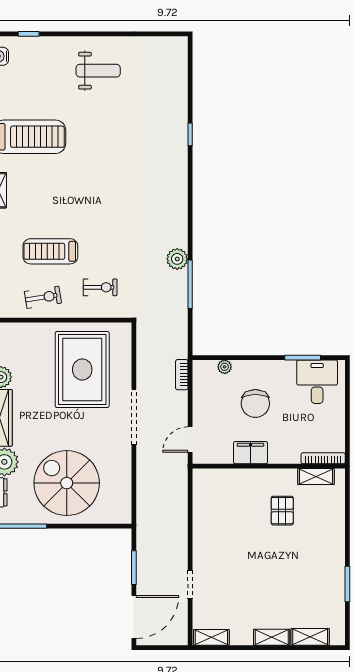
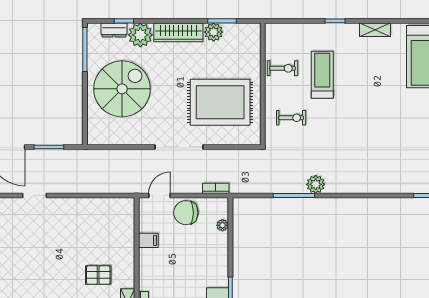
exercise bike: (100, 287) -> (291, 118), turned -90
exercise bike: (43, 297) -> (283, 68), turned -81
chair: (255, 403) -> (186, 213), moved
door: (190, 440) -> (160, 195), hinge flipped
filing cabinet: (251, 453) -> (148, 240), width x0.50

